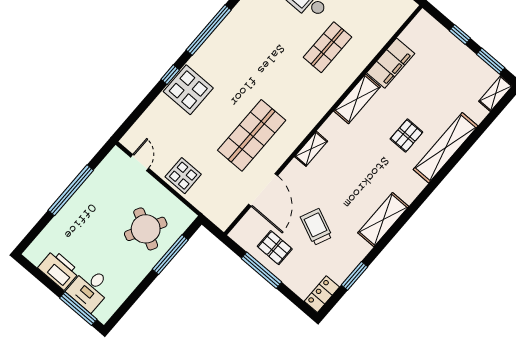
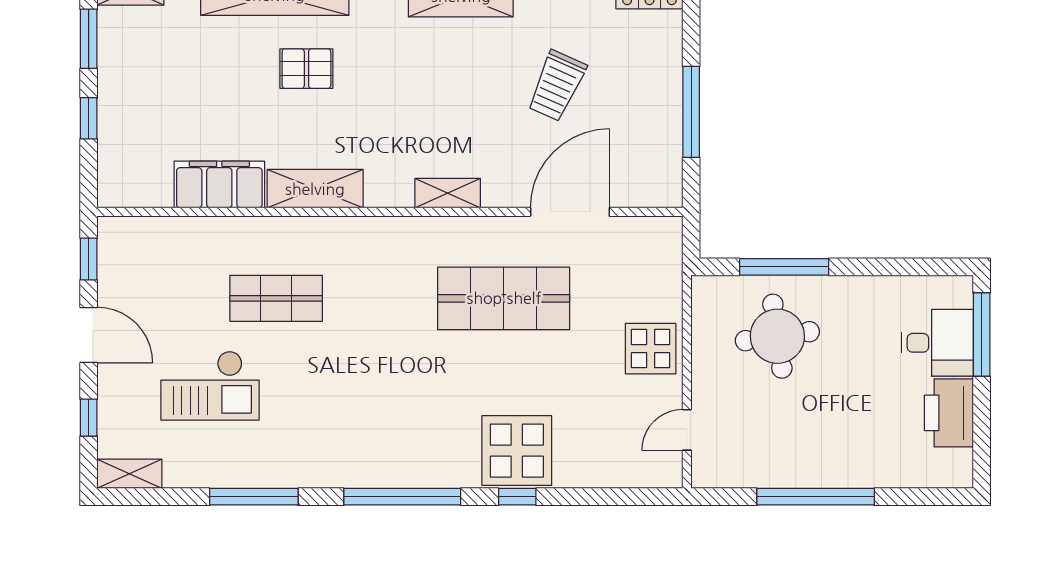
round table: (146, 229) -> (777, 336), turned -36
pallet: (275, 248) -> (641, 121), removed

